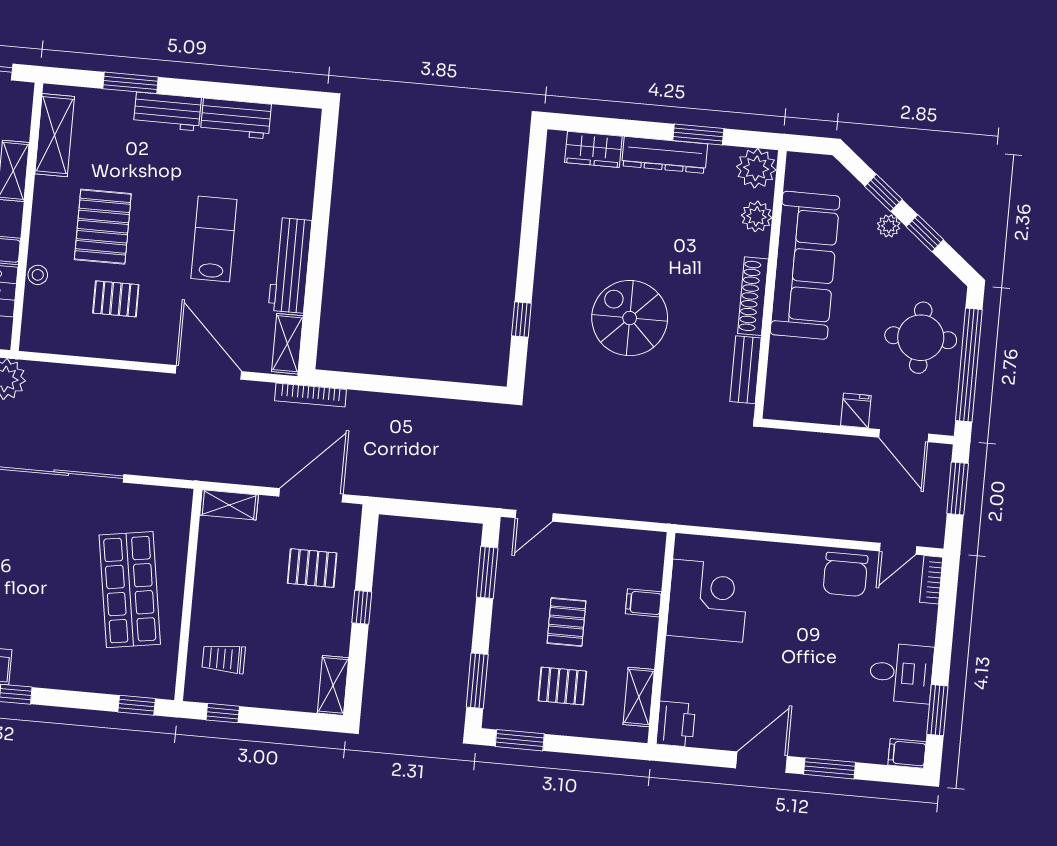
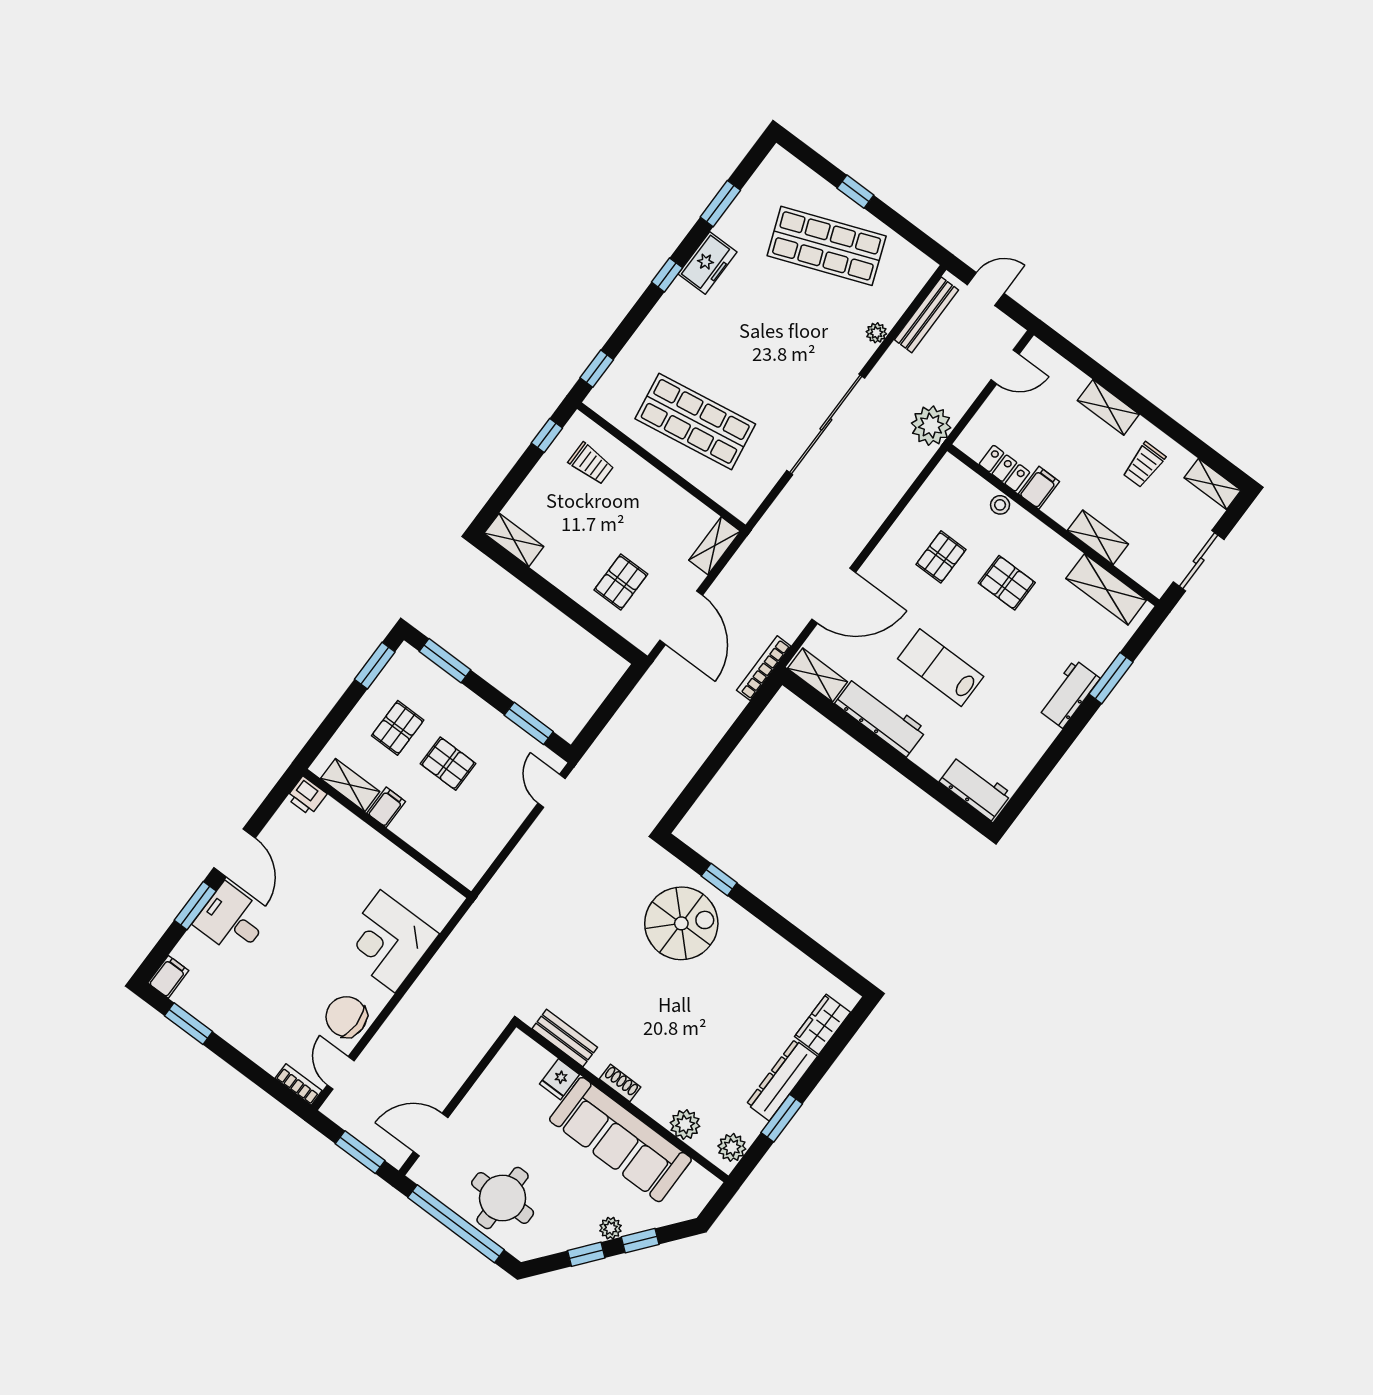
workbench: (236, 119) -> (975, 788), moved, turned 90
plant: (756, 168) -> (732, 1147), width x0.73, depth x0.73
pallet: (103, 227) -> (1007, 583), width x0.67, depth x0.71
lab bench: (214, 239) -> (941, 668), turned 180
shoe rack: (753, 296) -> (620, 1083), width x0.51, depth x0.81
spiral stairs: (630, 318) -> (681, 923), moved
fridge: (856, 411) -> (559, 1079), moved, turned 90
corner desk: (708, 601) -> (388, 941), moved, turned 90
filing cabinet: (643, 603) -> (386, 807), moved
window: (362, 607) -> (564, 603), removed
trolley: (224, 659) -> (591, 464), turned 90
desk: (901, 673) -> (232, 920), moved, turned 90
printer: (676, 724) -> (307, 796), width x0.73, depth x0.81

